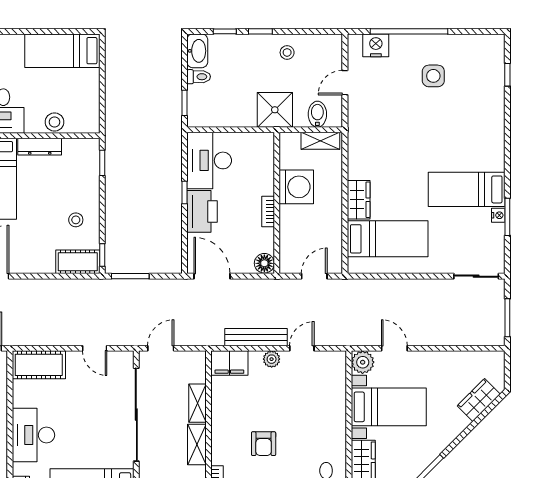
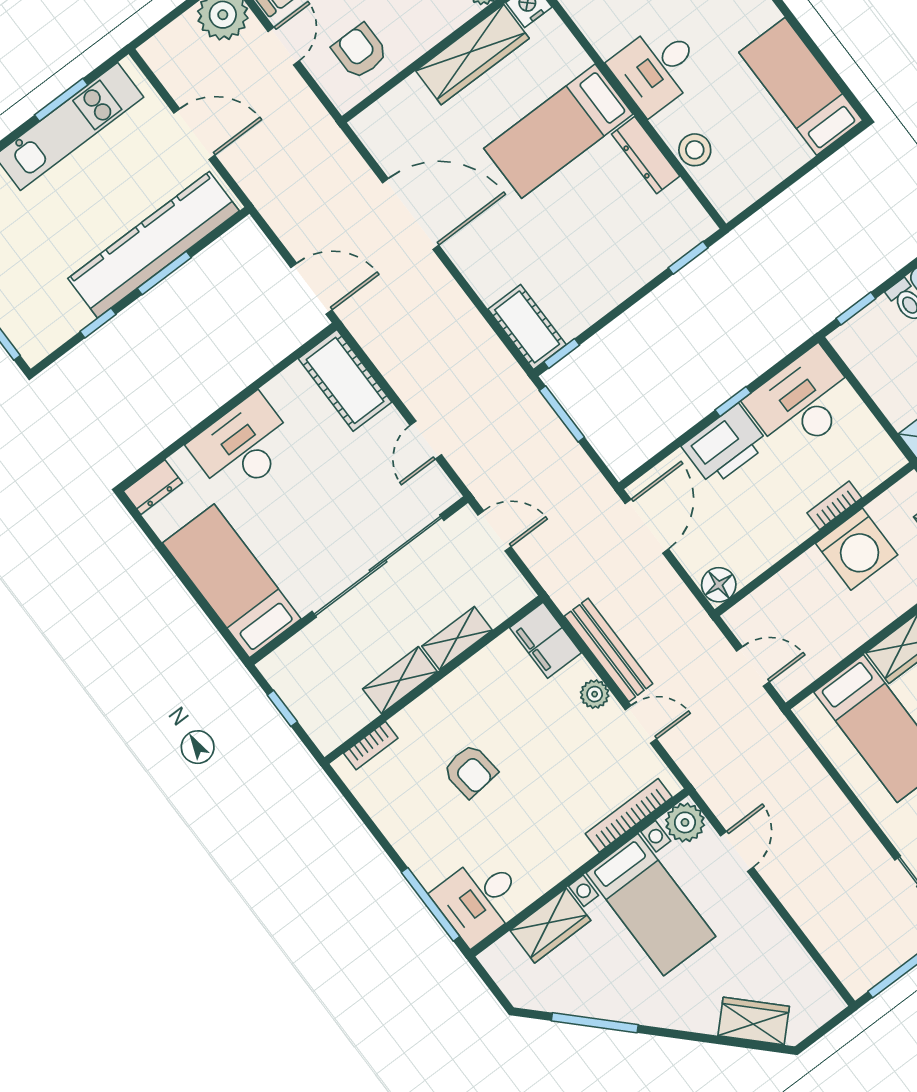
bookcase: (268, 211) -> (834, 505), moved
stool: (76, 220) -> (583, 281), removed
bookcase: (340, 386) -> (629, 815), added
armchair: (264, 444) -> (470, 771), turned -96

